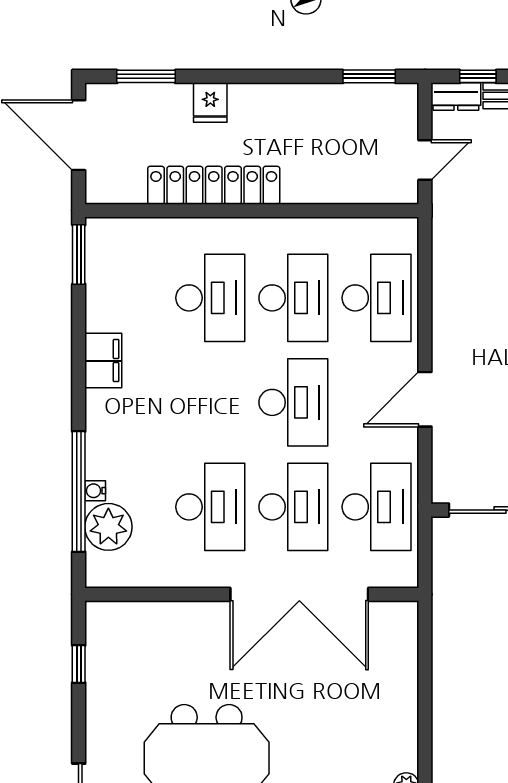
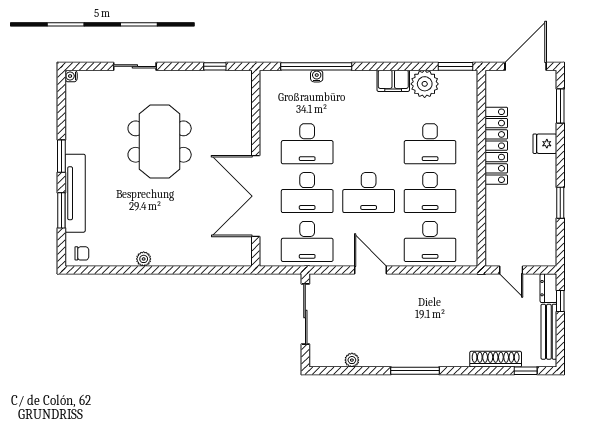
window: (369, 76) -> (560, 203), moved
plant: (108, 527) -> (425, 84), moved

